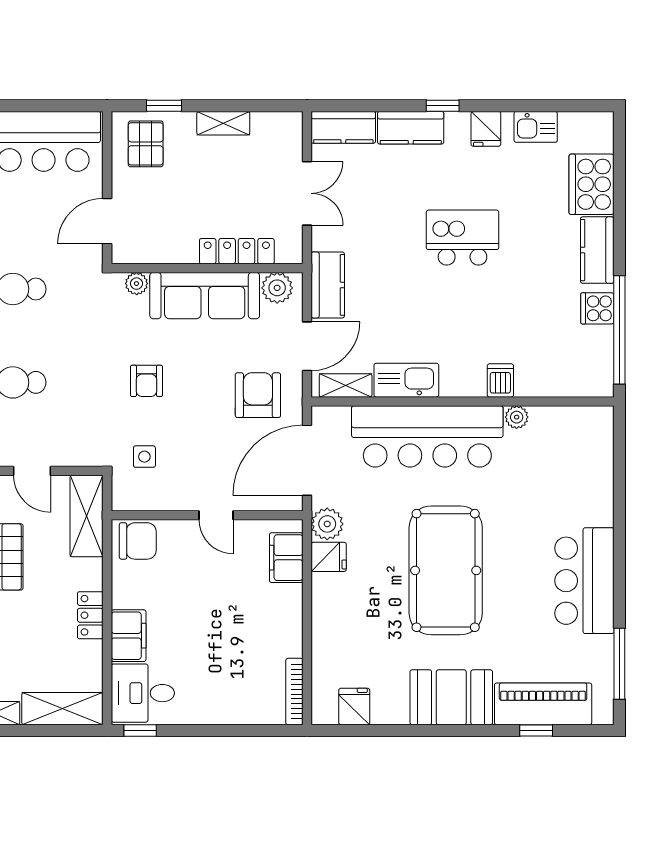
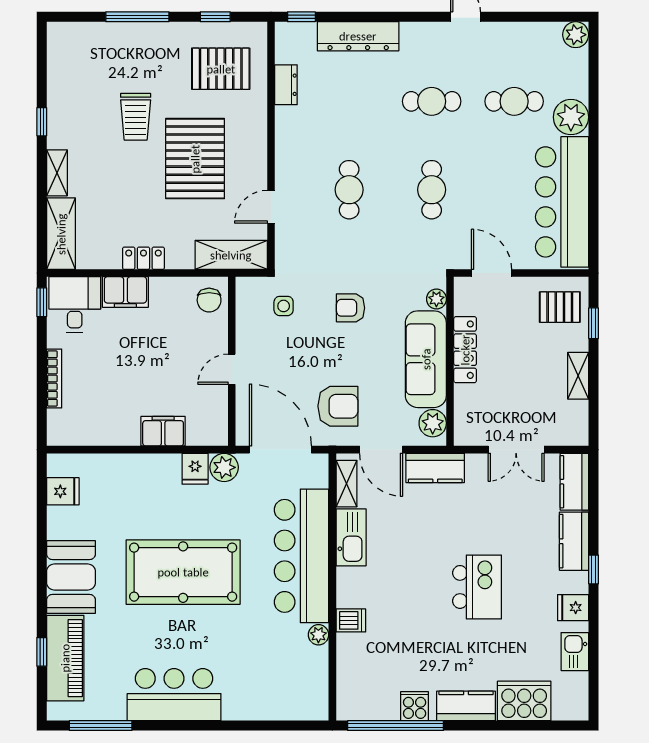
locker: (237, 251) -> (465, 350), moved
chair: (138, 541) -> (209, 300), width x0.73, depth x0.73
filing cabinet: (286, 558) -> (163, 431), moved
bookcase: (294, 692) -> (54, 379), moved, turned 90

